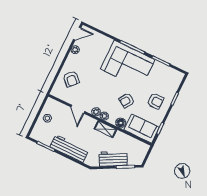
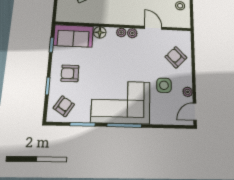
side table: (91, 62) -> (164, 85), added
armchair: (127, 100) -> (64, 106), moved
shelving: (105, 129) -> (114, 19), removed

